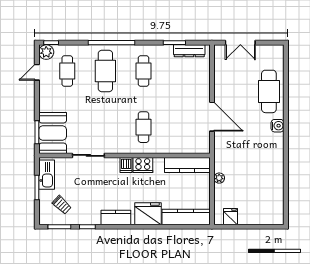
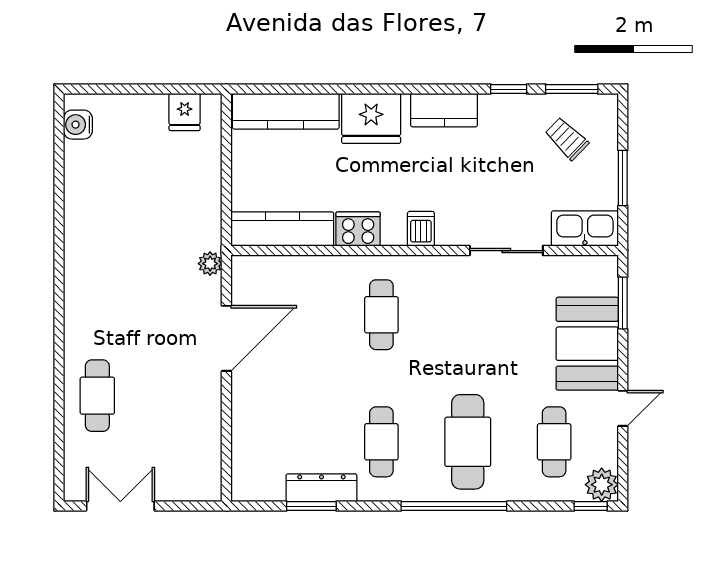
double door: (240, 43) -> (120, 506), moved
dresser: (189, 51) -> (321, 488), moved
door: (37, 72) -> (623, 408), moved
cafe table: (269, 91) -> (97, 396), width x0.73, depth x0.74
door: (212, 117) -> (226, 338), swing flipped
water cooler: (278, 126) -> (78, 125), moved
booth: (53, 133) -> (587, 344), moved
cooker: (143, 165) -> (358, 229), moved
kitchen sink: (47, 175) -> (585, 228), moved, turned 90
plant: (219, 178) -> (210, 264), moved

